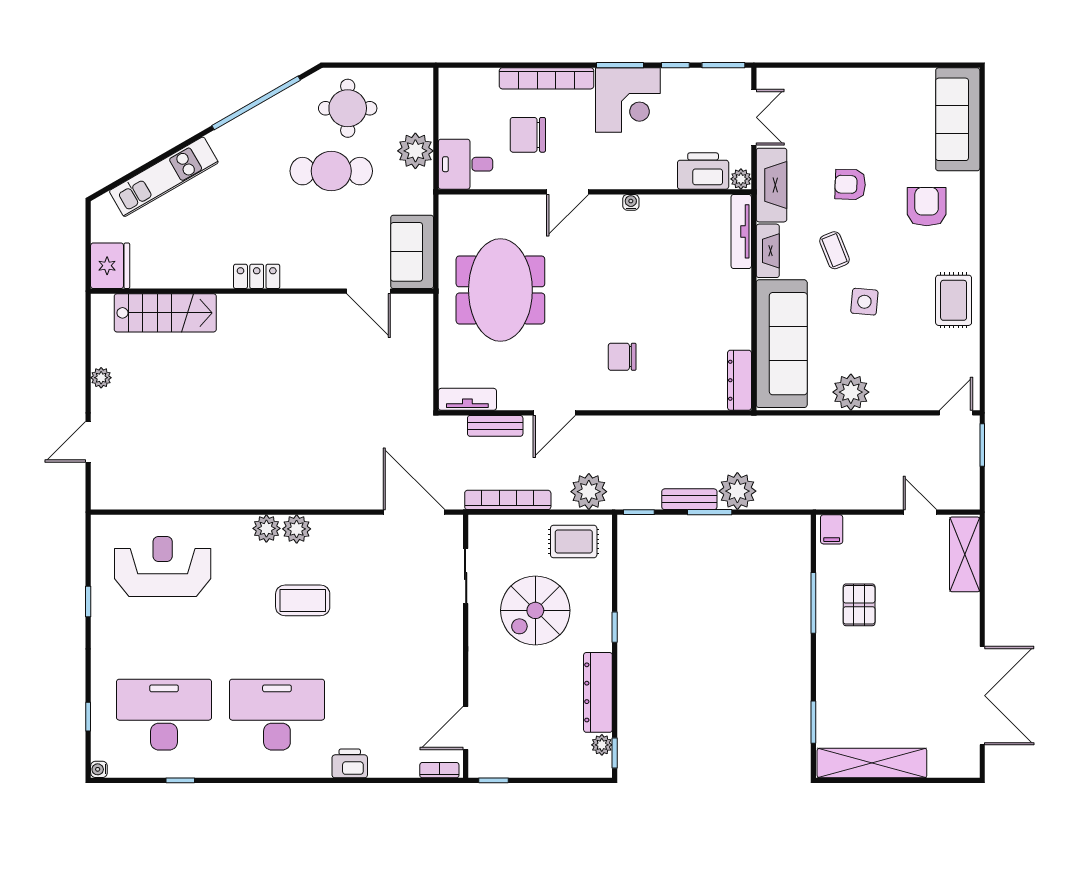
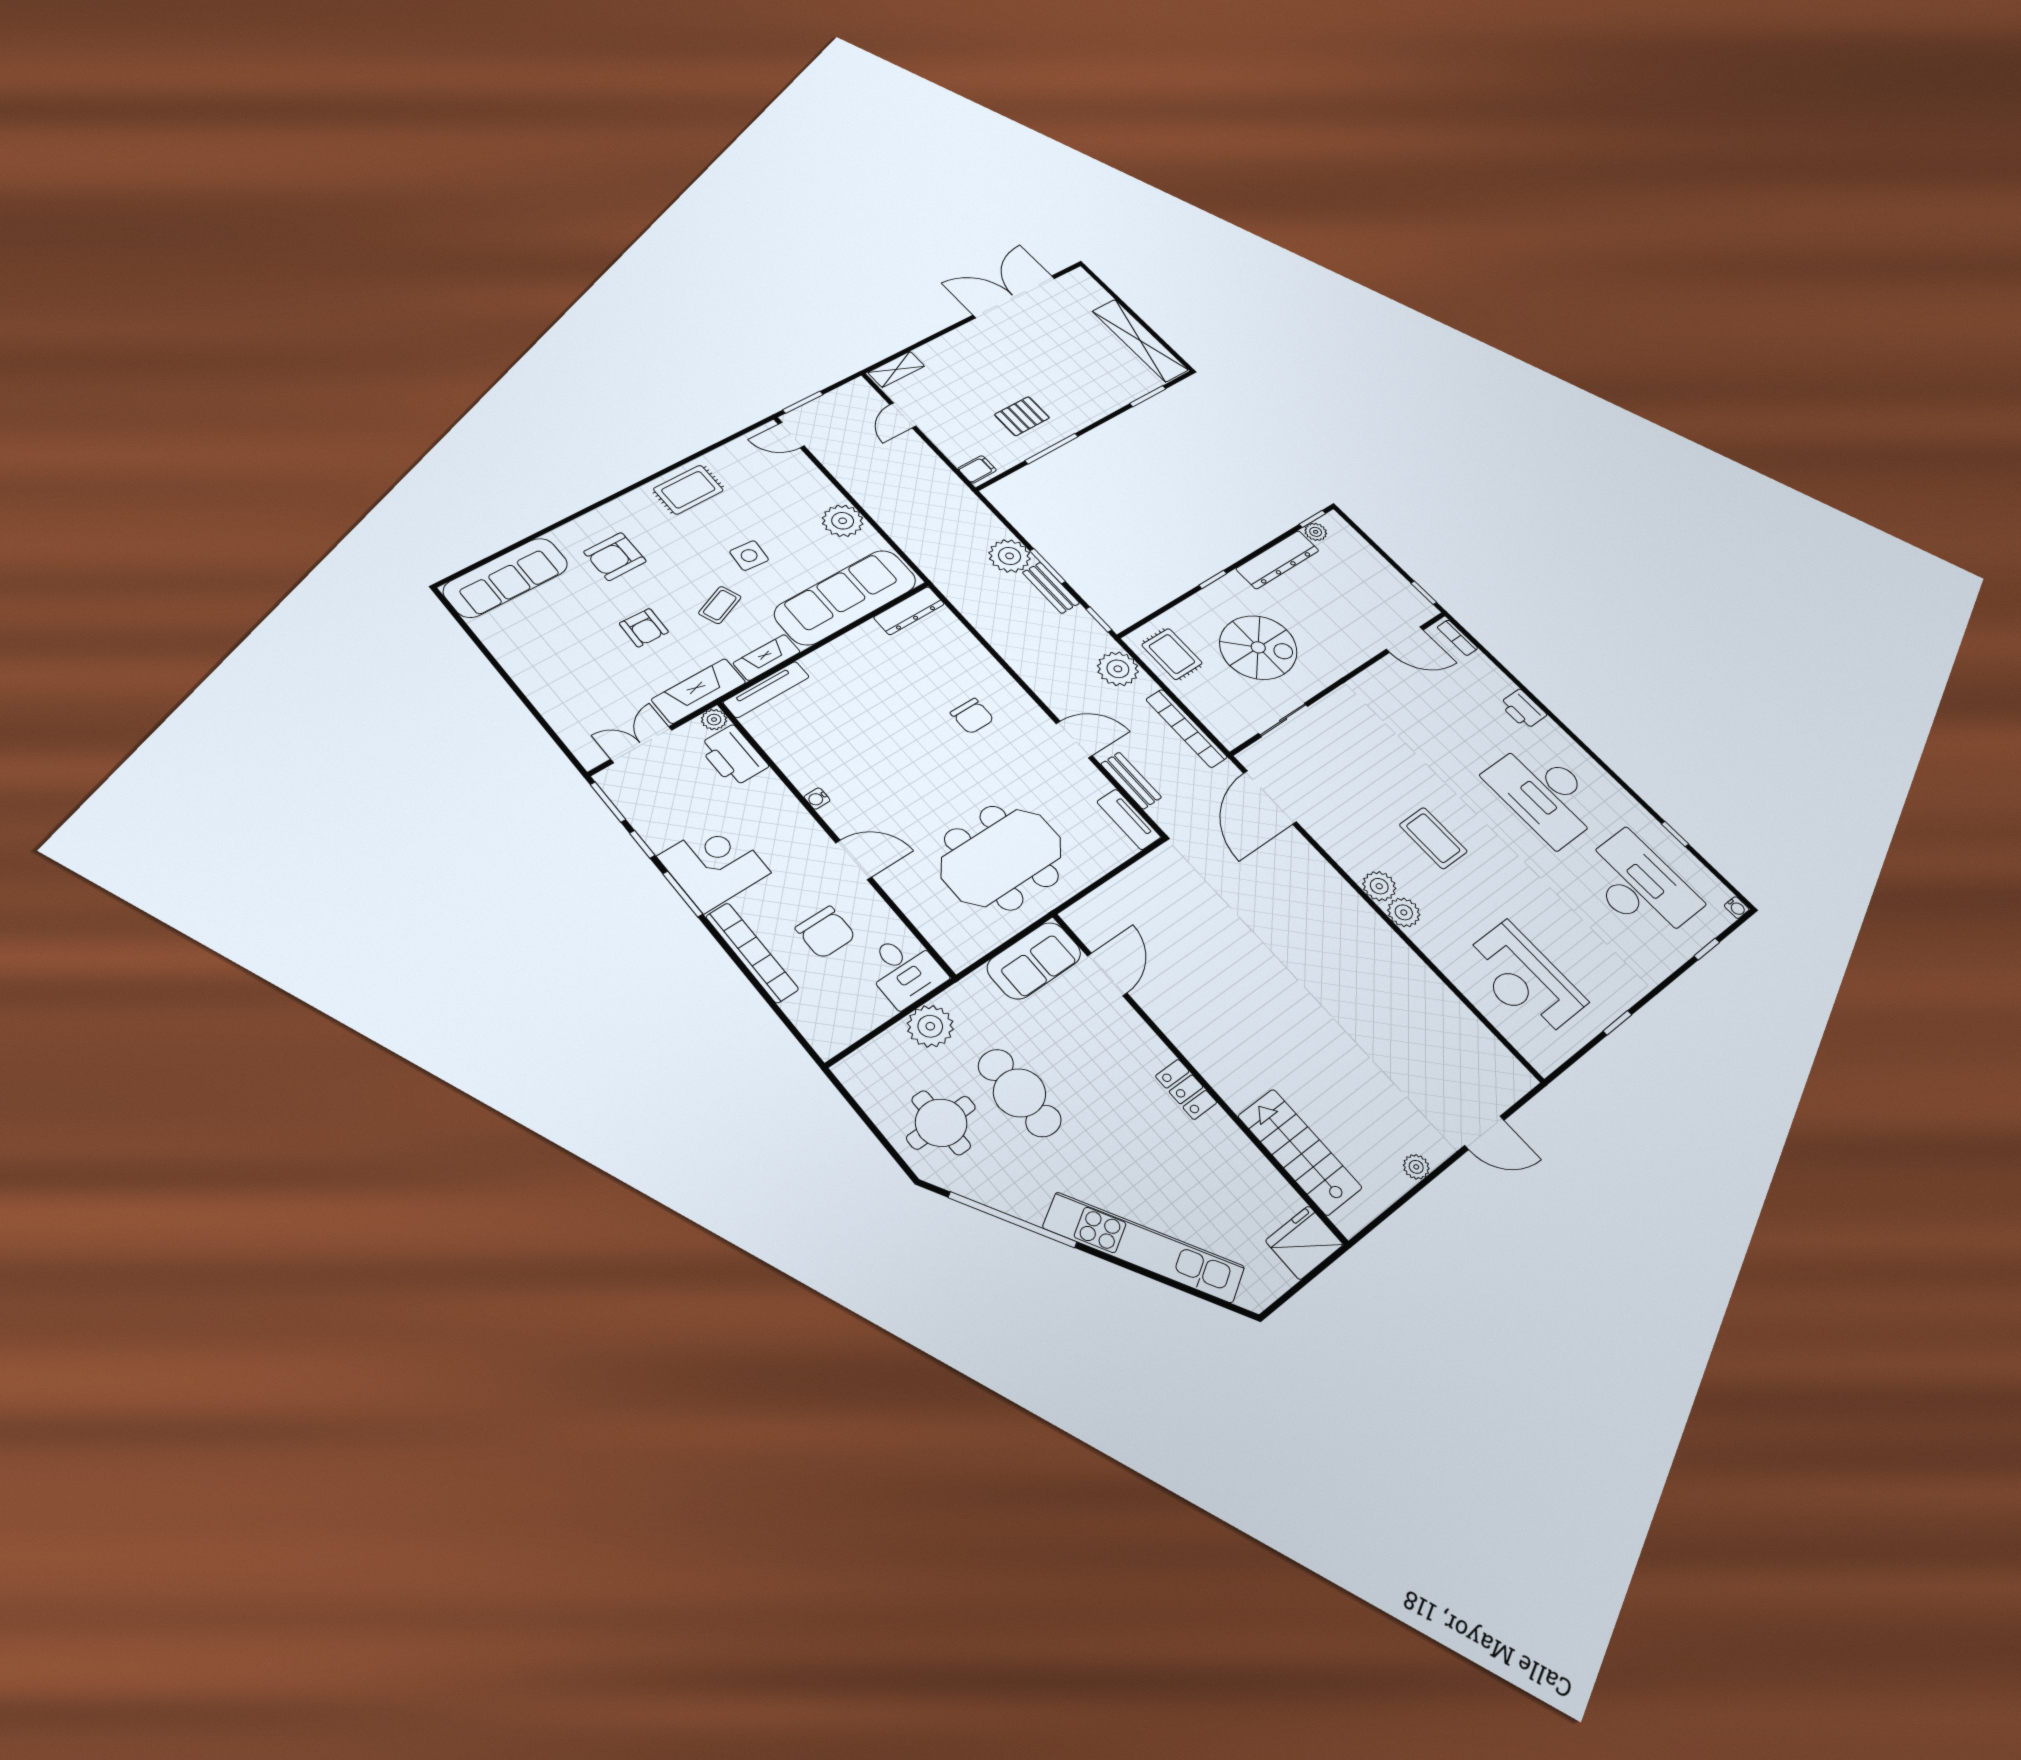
kitchen unit: (164, 177) -> (1144, 1247), width x1.36
shelving: (965, 554) -> (896, 369), width x0.67, depth x0.75
desk: (164, 715) -> (1639, 886), turned 180

